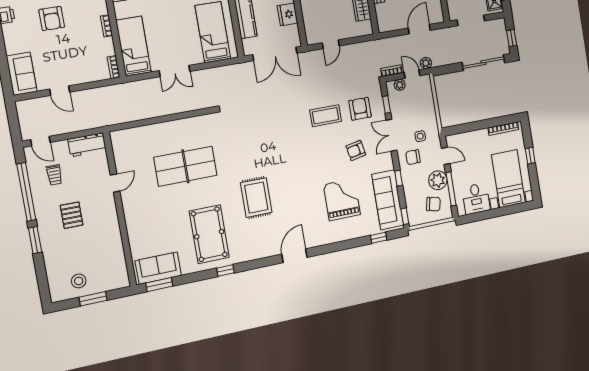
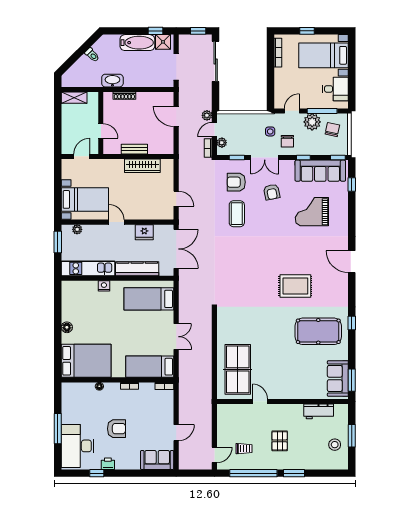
workbench: (87, 145) -> (319, 411), moved, turned 90
table tennis table: (185, 166) -> (238, 369), moved
pallet: (72, 215) -> (280, 441), turned 90

